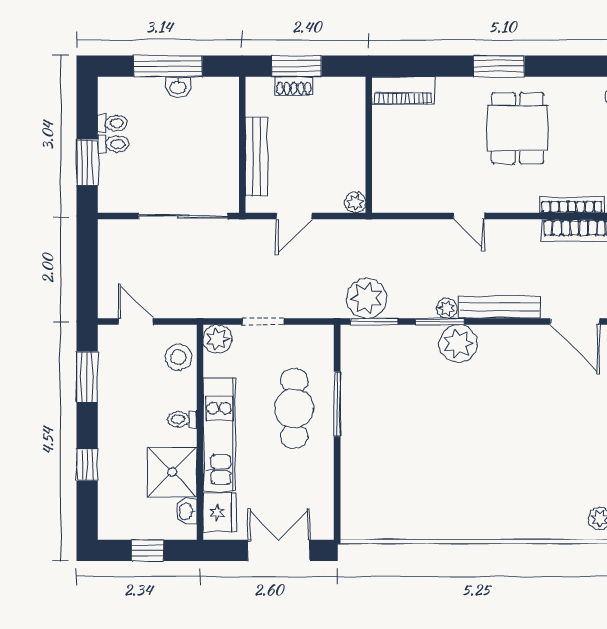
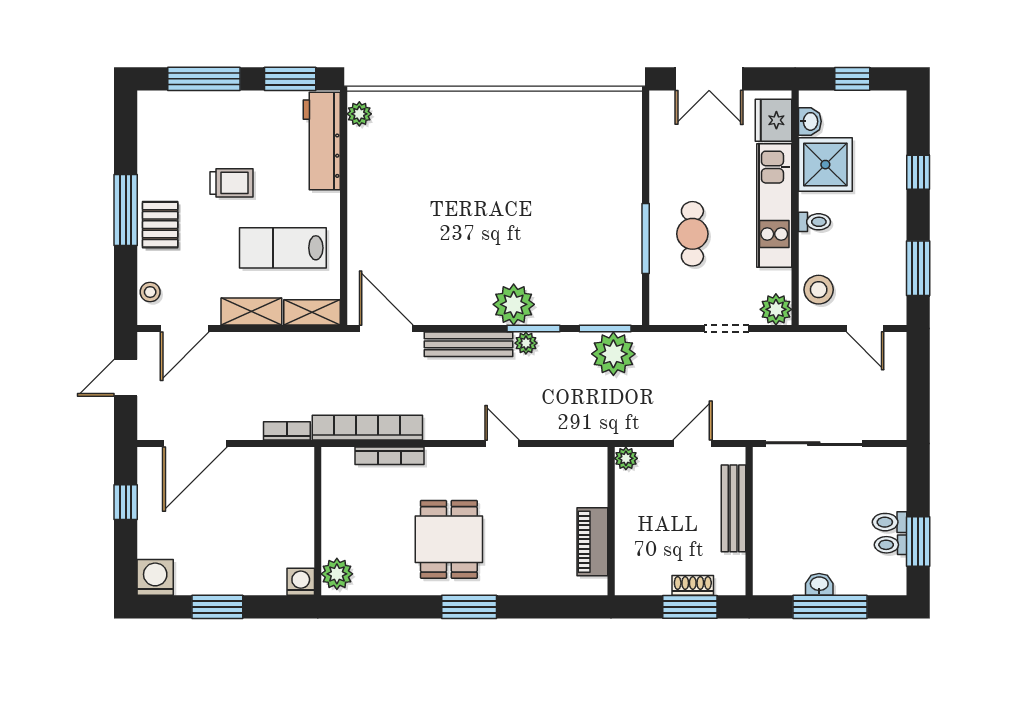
piano: (403, 91) -> (592, 542), moved, turned -90
window: (87, 162) -> (918, 542), moved
cafe table: (294, 408) -> (692, 234), width x0.73, depth x0.74

